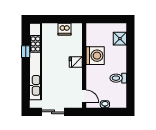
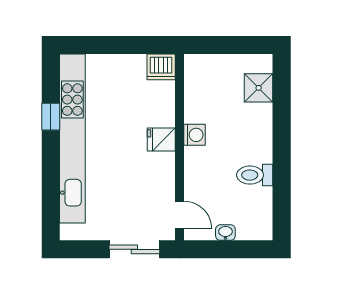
dishwasher: (65, 29) -> (161, 67), moved
washing machine: (95, 56) -> (194, 135), width x0.53, depth x0.53
sliding door: (53, 112) -> (134, 249), moved

